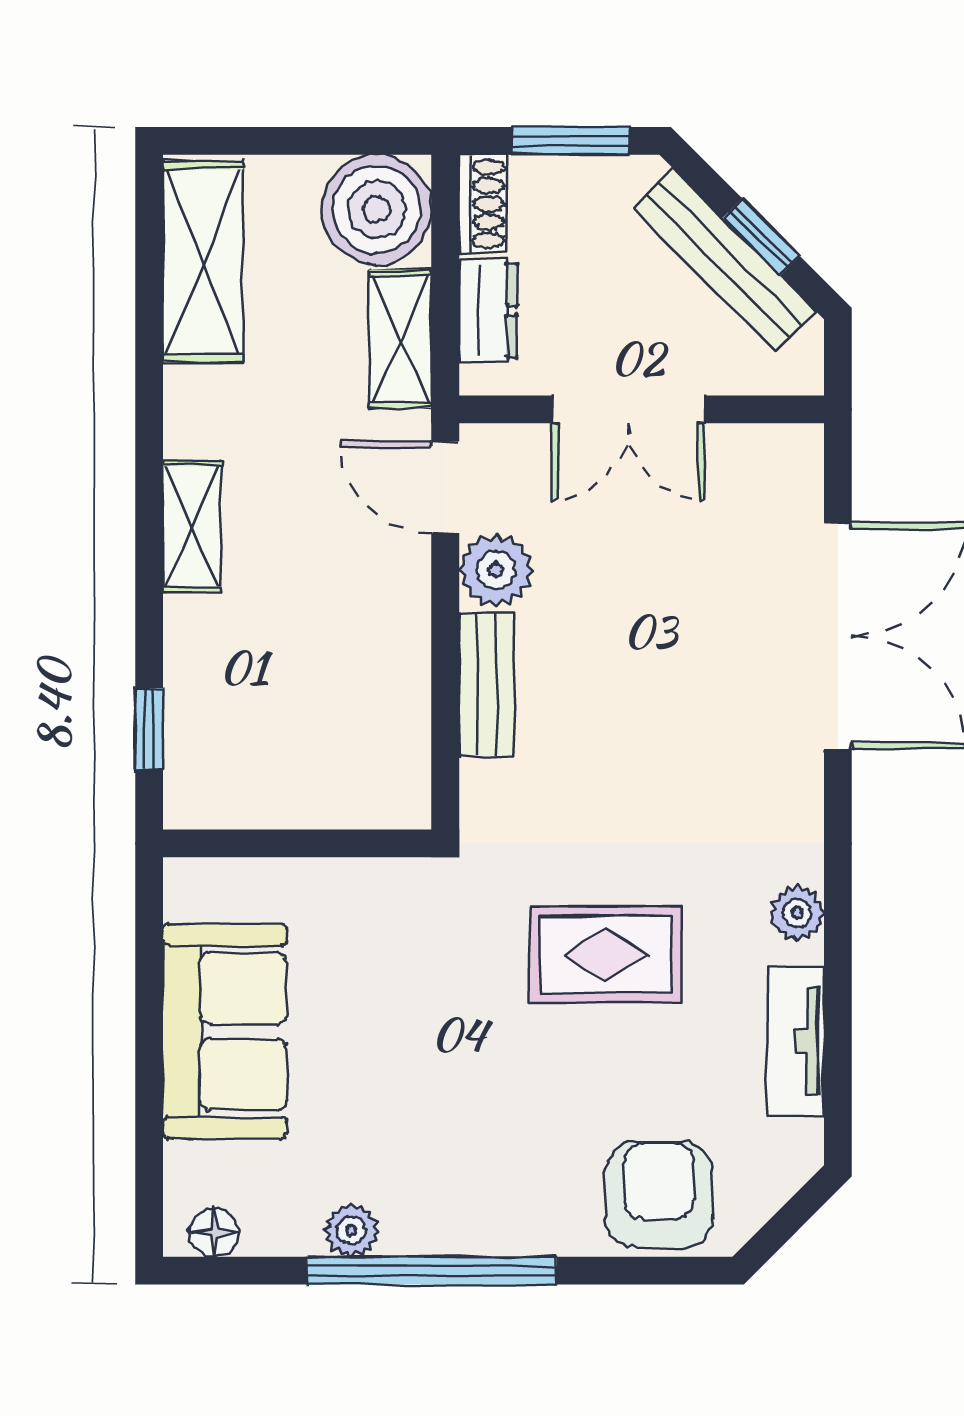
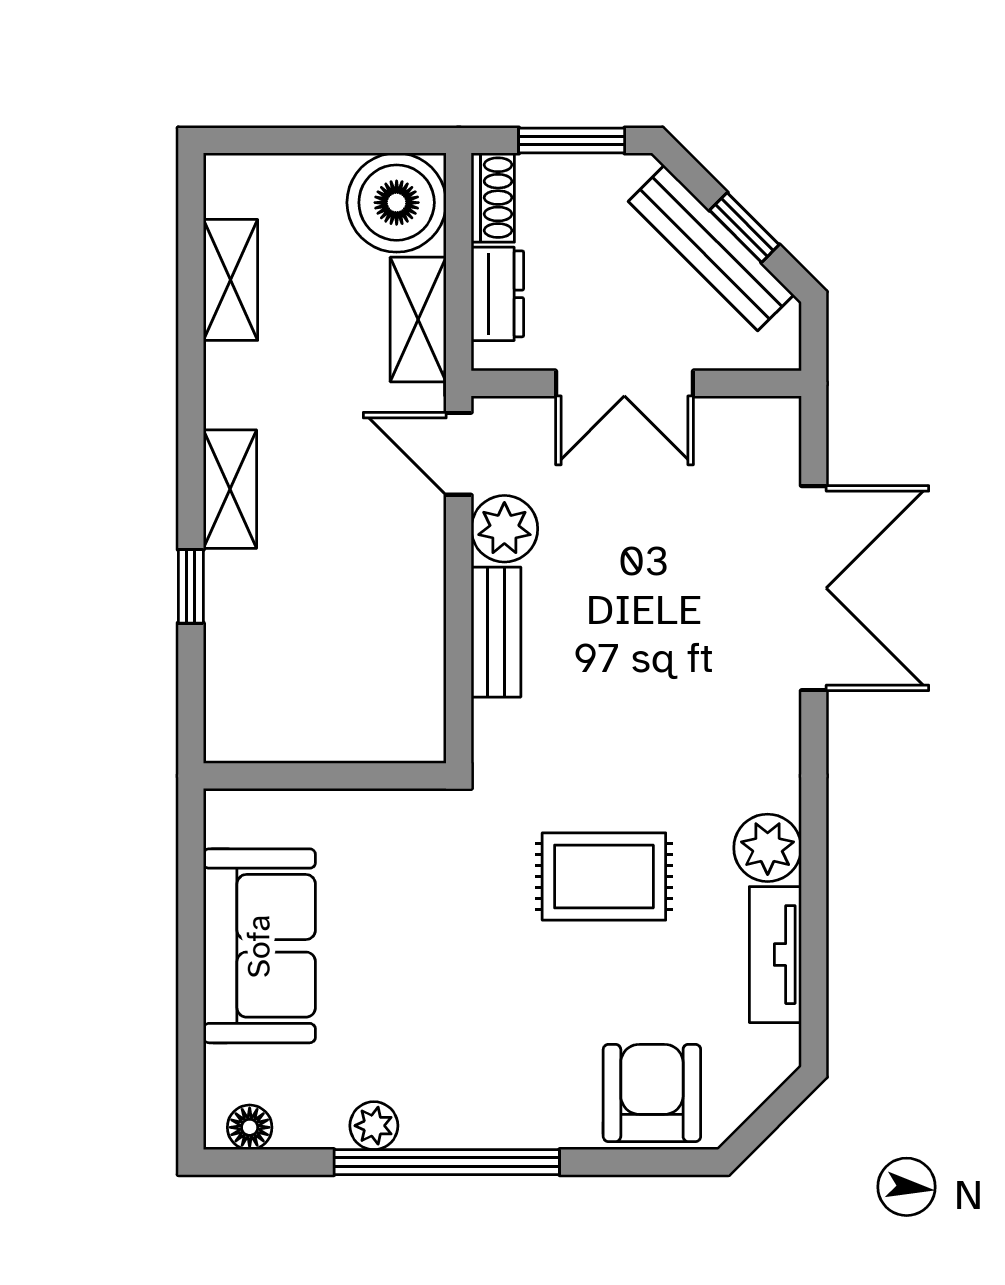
shelving: (203, 262) -> (230, 280), width x0.67, depth x0.75
window: (149, 729) -> (191, 586), moved
plant: (797, 913) -> (768, 848), width x1.38, depth x1.38

